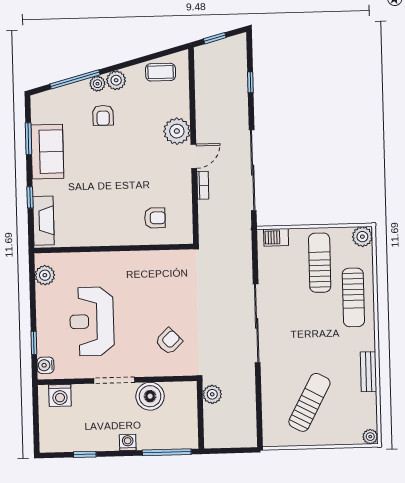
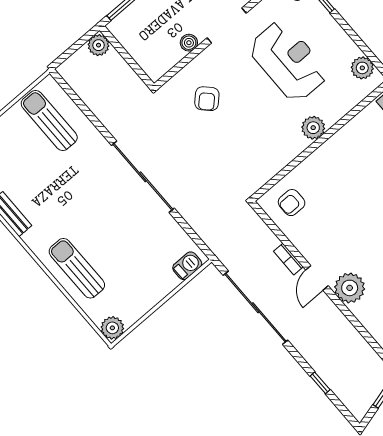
armchair: (155, 218) -> (292, 203), moved
plant: (112, 262) -> (313, 128), added
sun lounger: (320, 263) -> (131, 275), removed
plant: (212, 394) -> (99, 45), moved
boiler: (150, 396) -> (189, 43), width x0.54, depth x0.54
sun lounger: (309, 402) -> (49, 121), moved, turned 152

